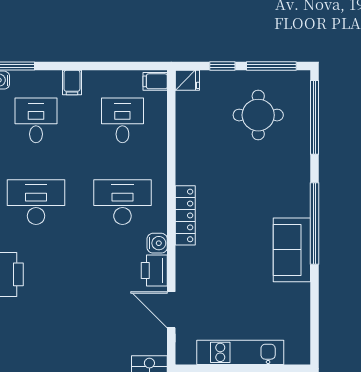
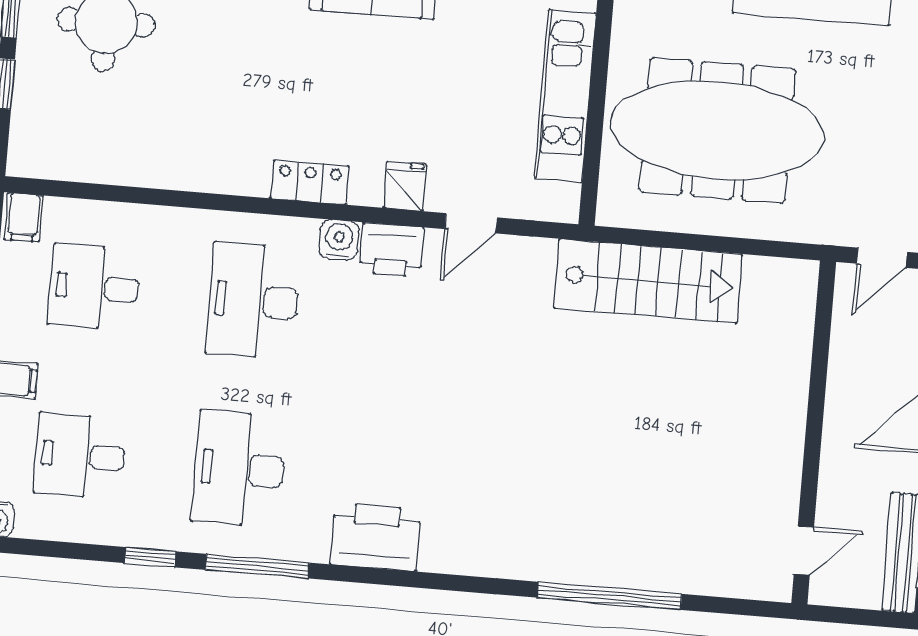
fridge: (187, 80) -> (405, 186), moved
locker: (185, 215) -> (310, 182), width x0.66
door: (171, 310) -> (471, 223), width x0.73

